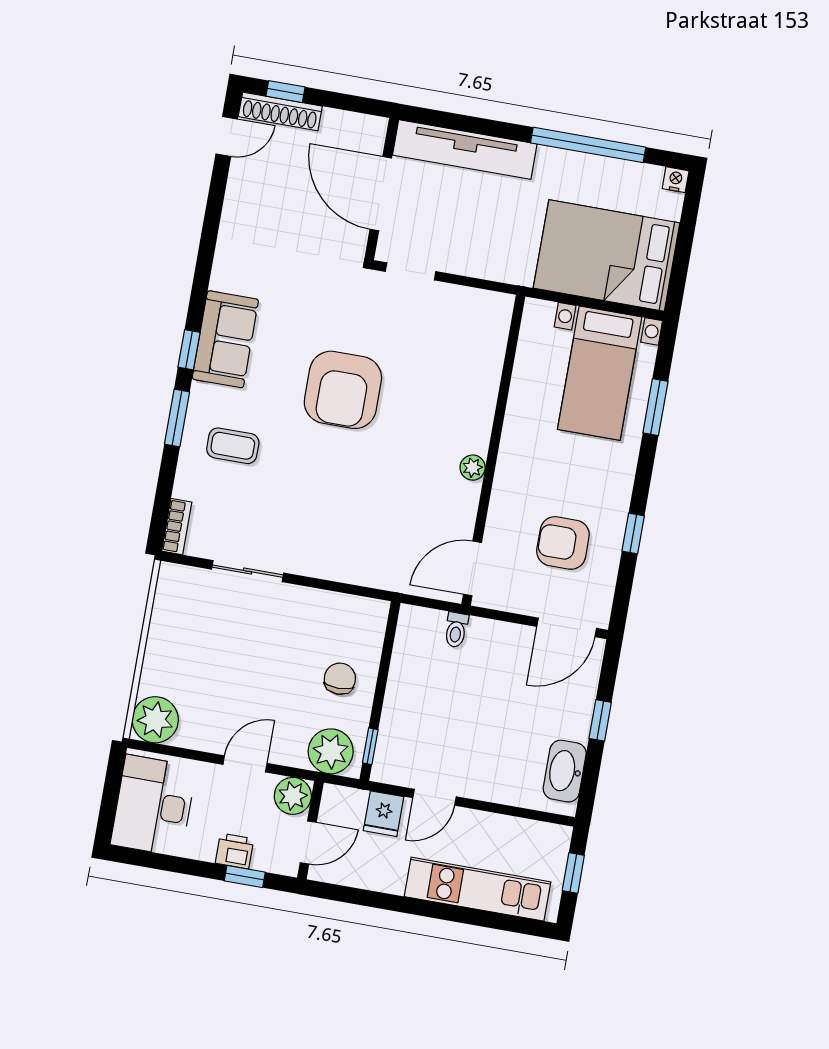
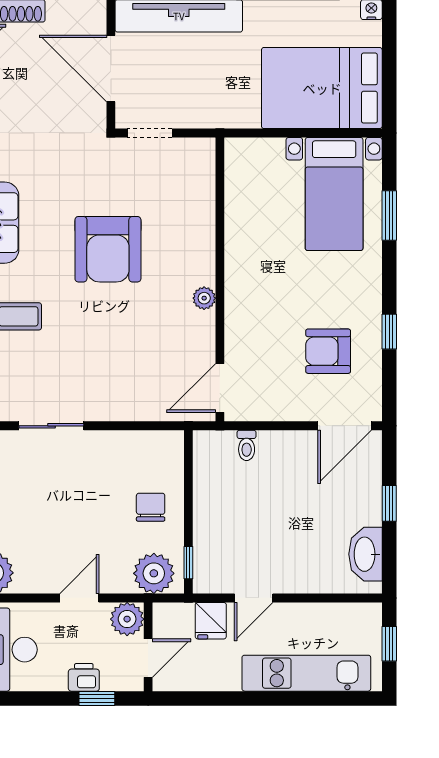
wall: (493, 450) -> (220, 279), moved
plant: (473, 468) -> (204, 298), moved
door: (472, 568) -> (220, 388), moved

